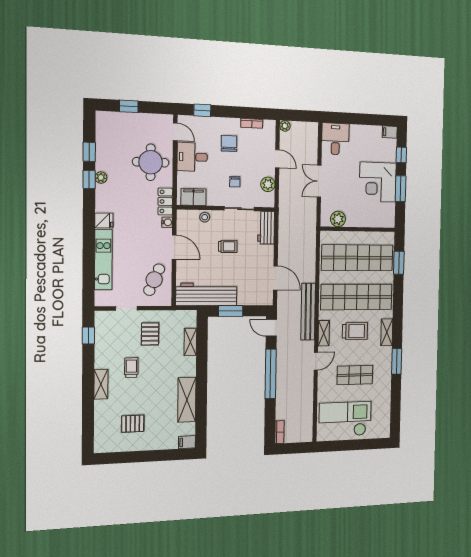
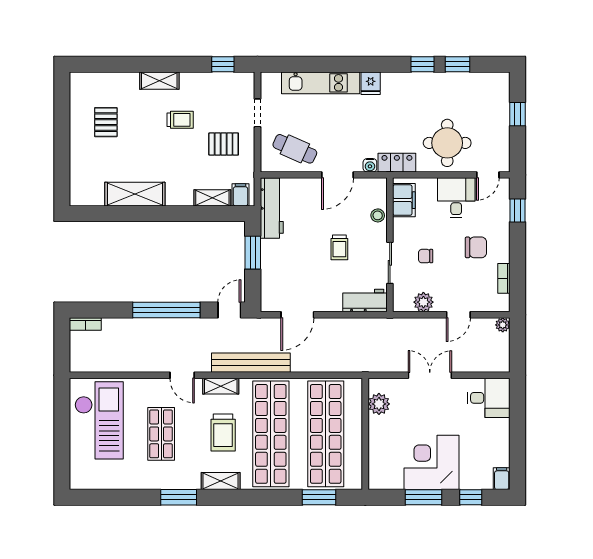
plant: (101, 178) -> (425, 79), removed
workbench: (206, 294) -> (272, 208), width x0.73, depth x0.76
filing cabinet: (187, 442) -> (240, 195), moved

